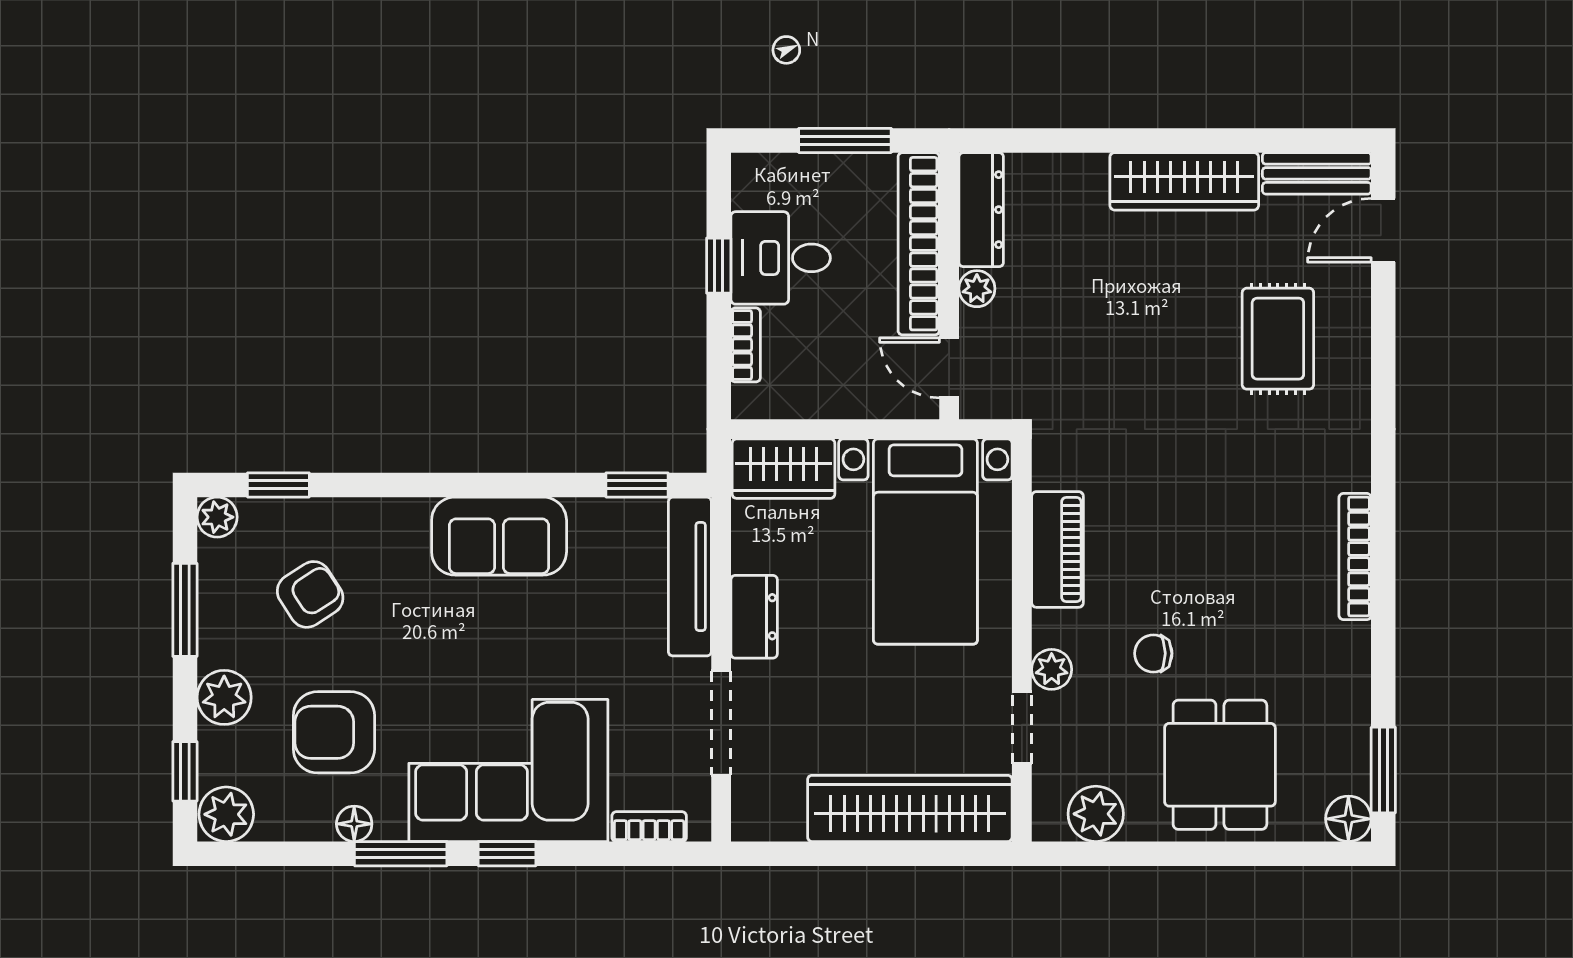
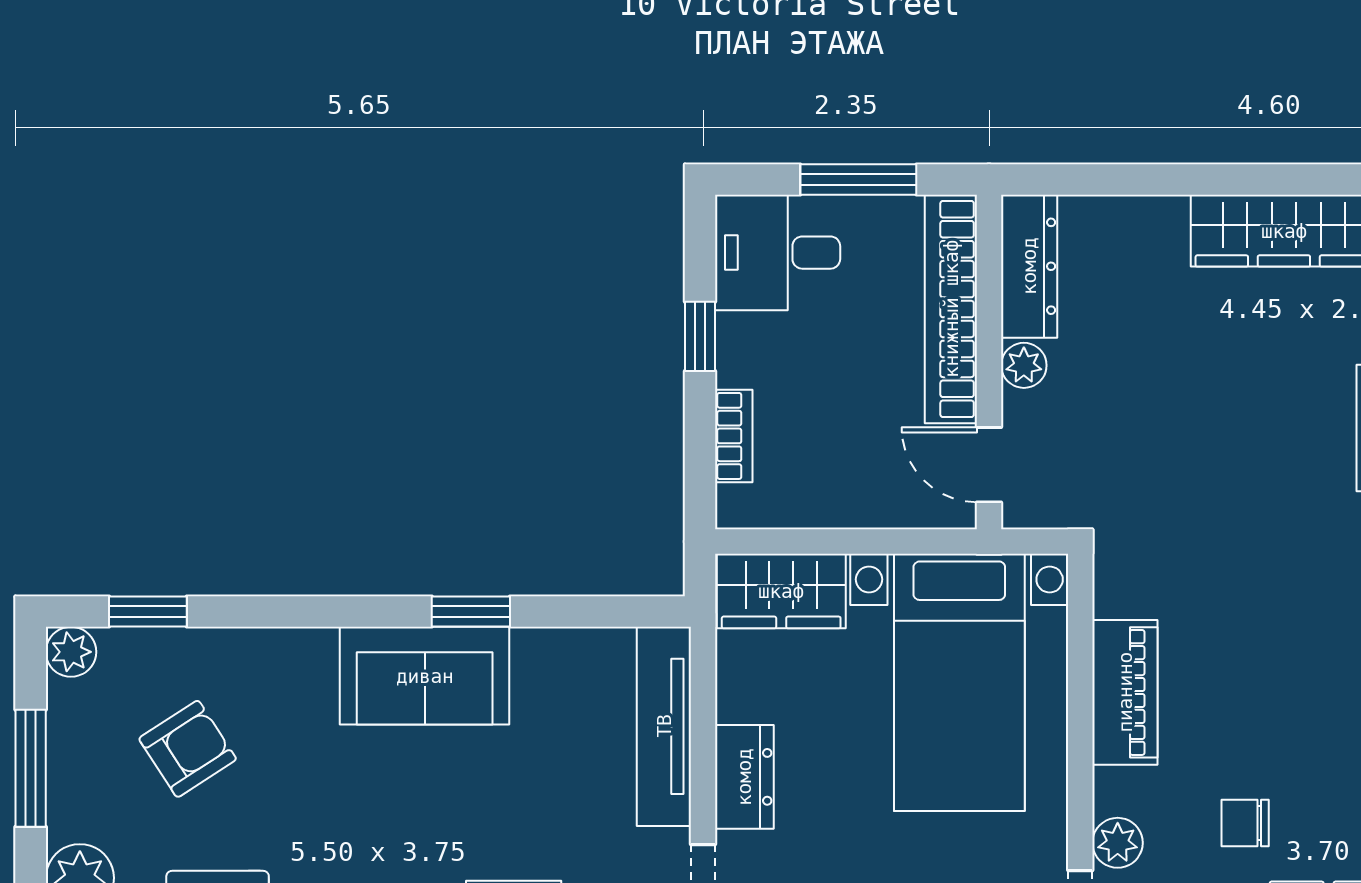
desk: (781, 258) -> (778, 253), moved
window: (637, 485) -> (471, 612), moved

